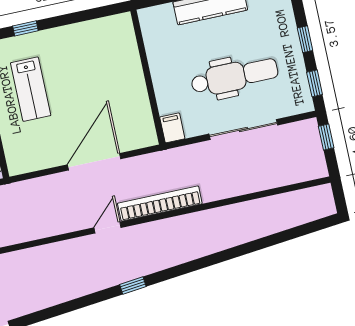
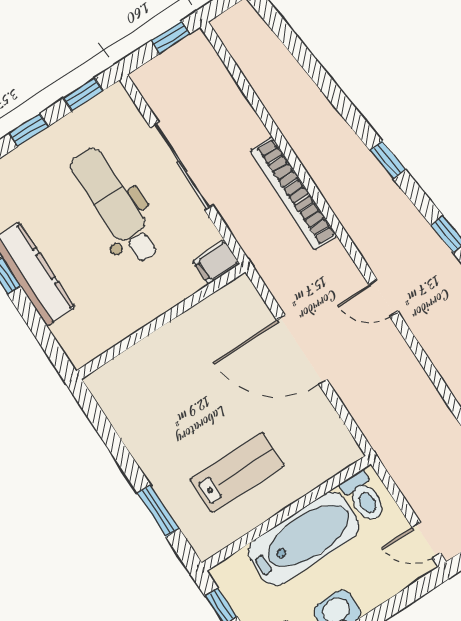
window: (25, 28) -> (158, 511), width x1.50
window: (326, 137) -> (171, 37), moved
bookcase: (160, 203) -> (293, 193), moved
window: (196, 265) -> (388, 160), added

